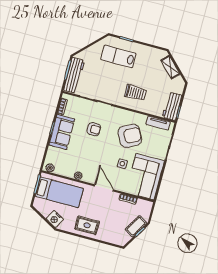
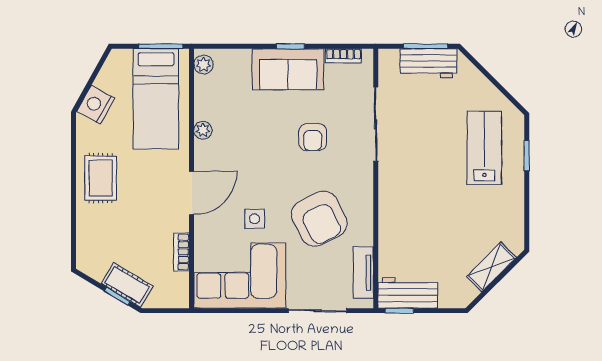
workbench: (74, 75) -> (428, 63), width x0.73
trolley: (135, 93) -> (416, 206), removed

